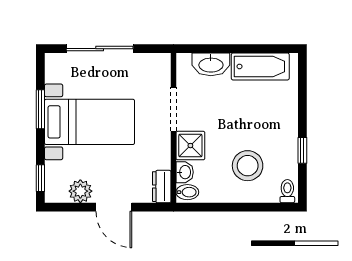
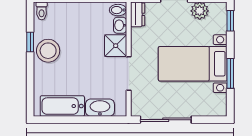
sliding door: (100, 49) -> (166, 120), moved
stool: (248, 166) -> (48, 51), moved

